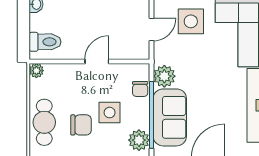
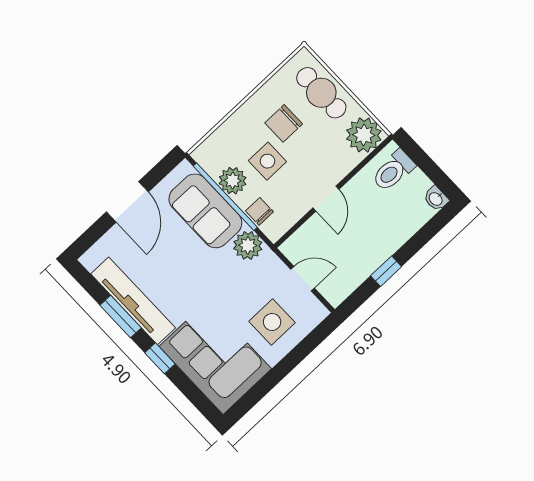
door: (151, 29) -> (303, 279), swing flipped
plant: (36, 71) -> (364, 135), width x1.87, depth x1.87
plant: (139, 140) -> (233, 181), moved

